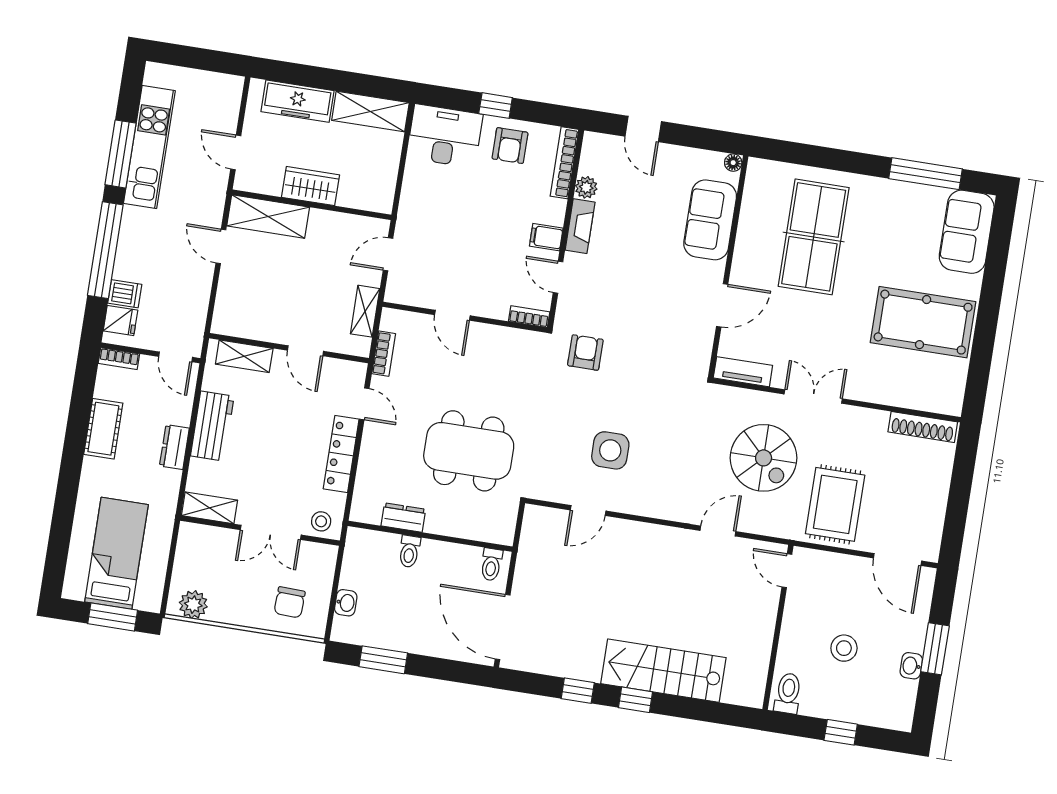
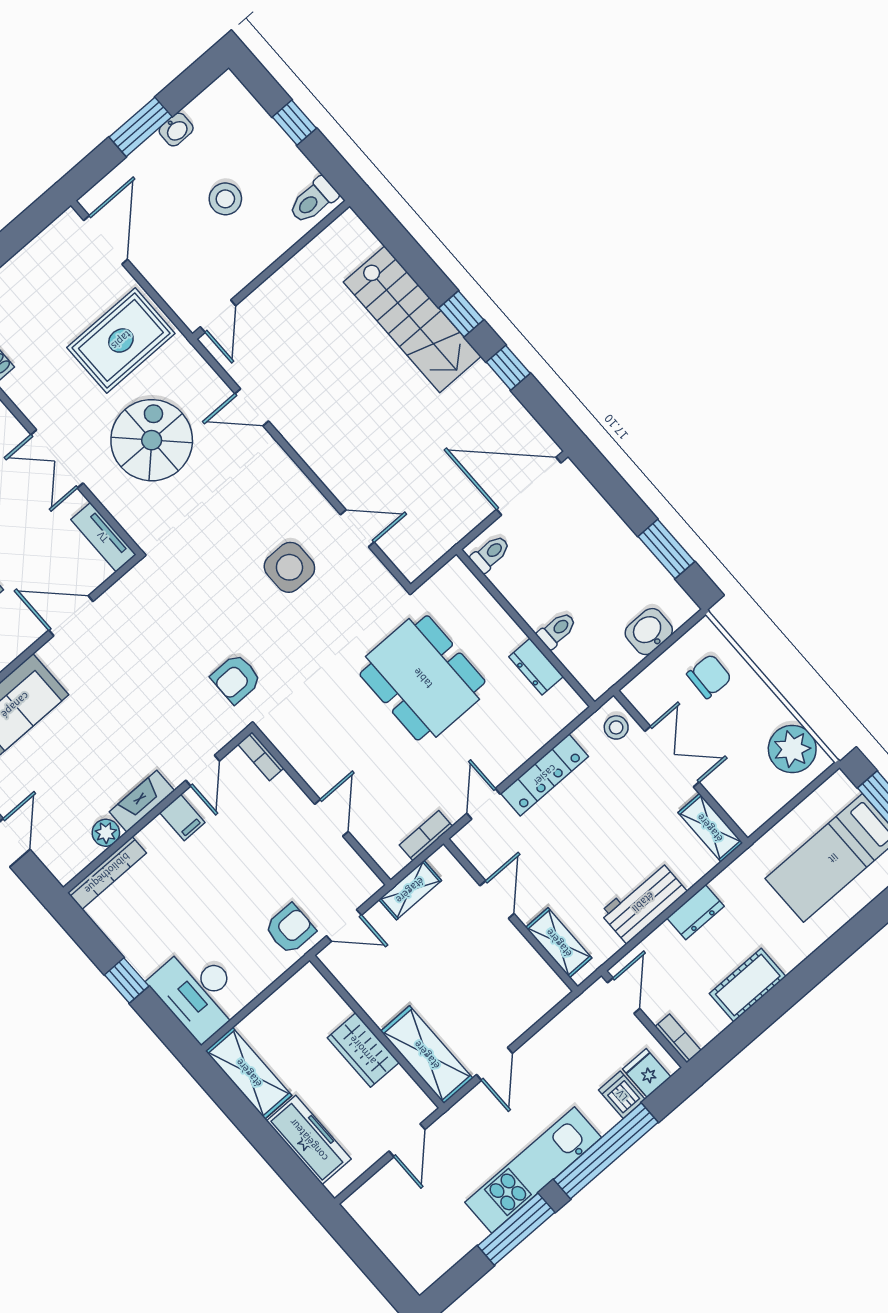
armchair: (510, 146) -> (290, 929), moved
kitchen unit: (149, 147) -> (533, 1170), moved
washbasin: (346, 603) -> (649, 632), width x1.38, depth x1.45
plant: (193, 605) -> (792, 749), width x1.36, depth x1.36
door: (503, 627) -> (529, 486), swing flipped

